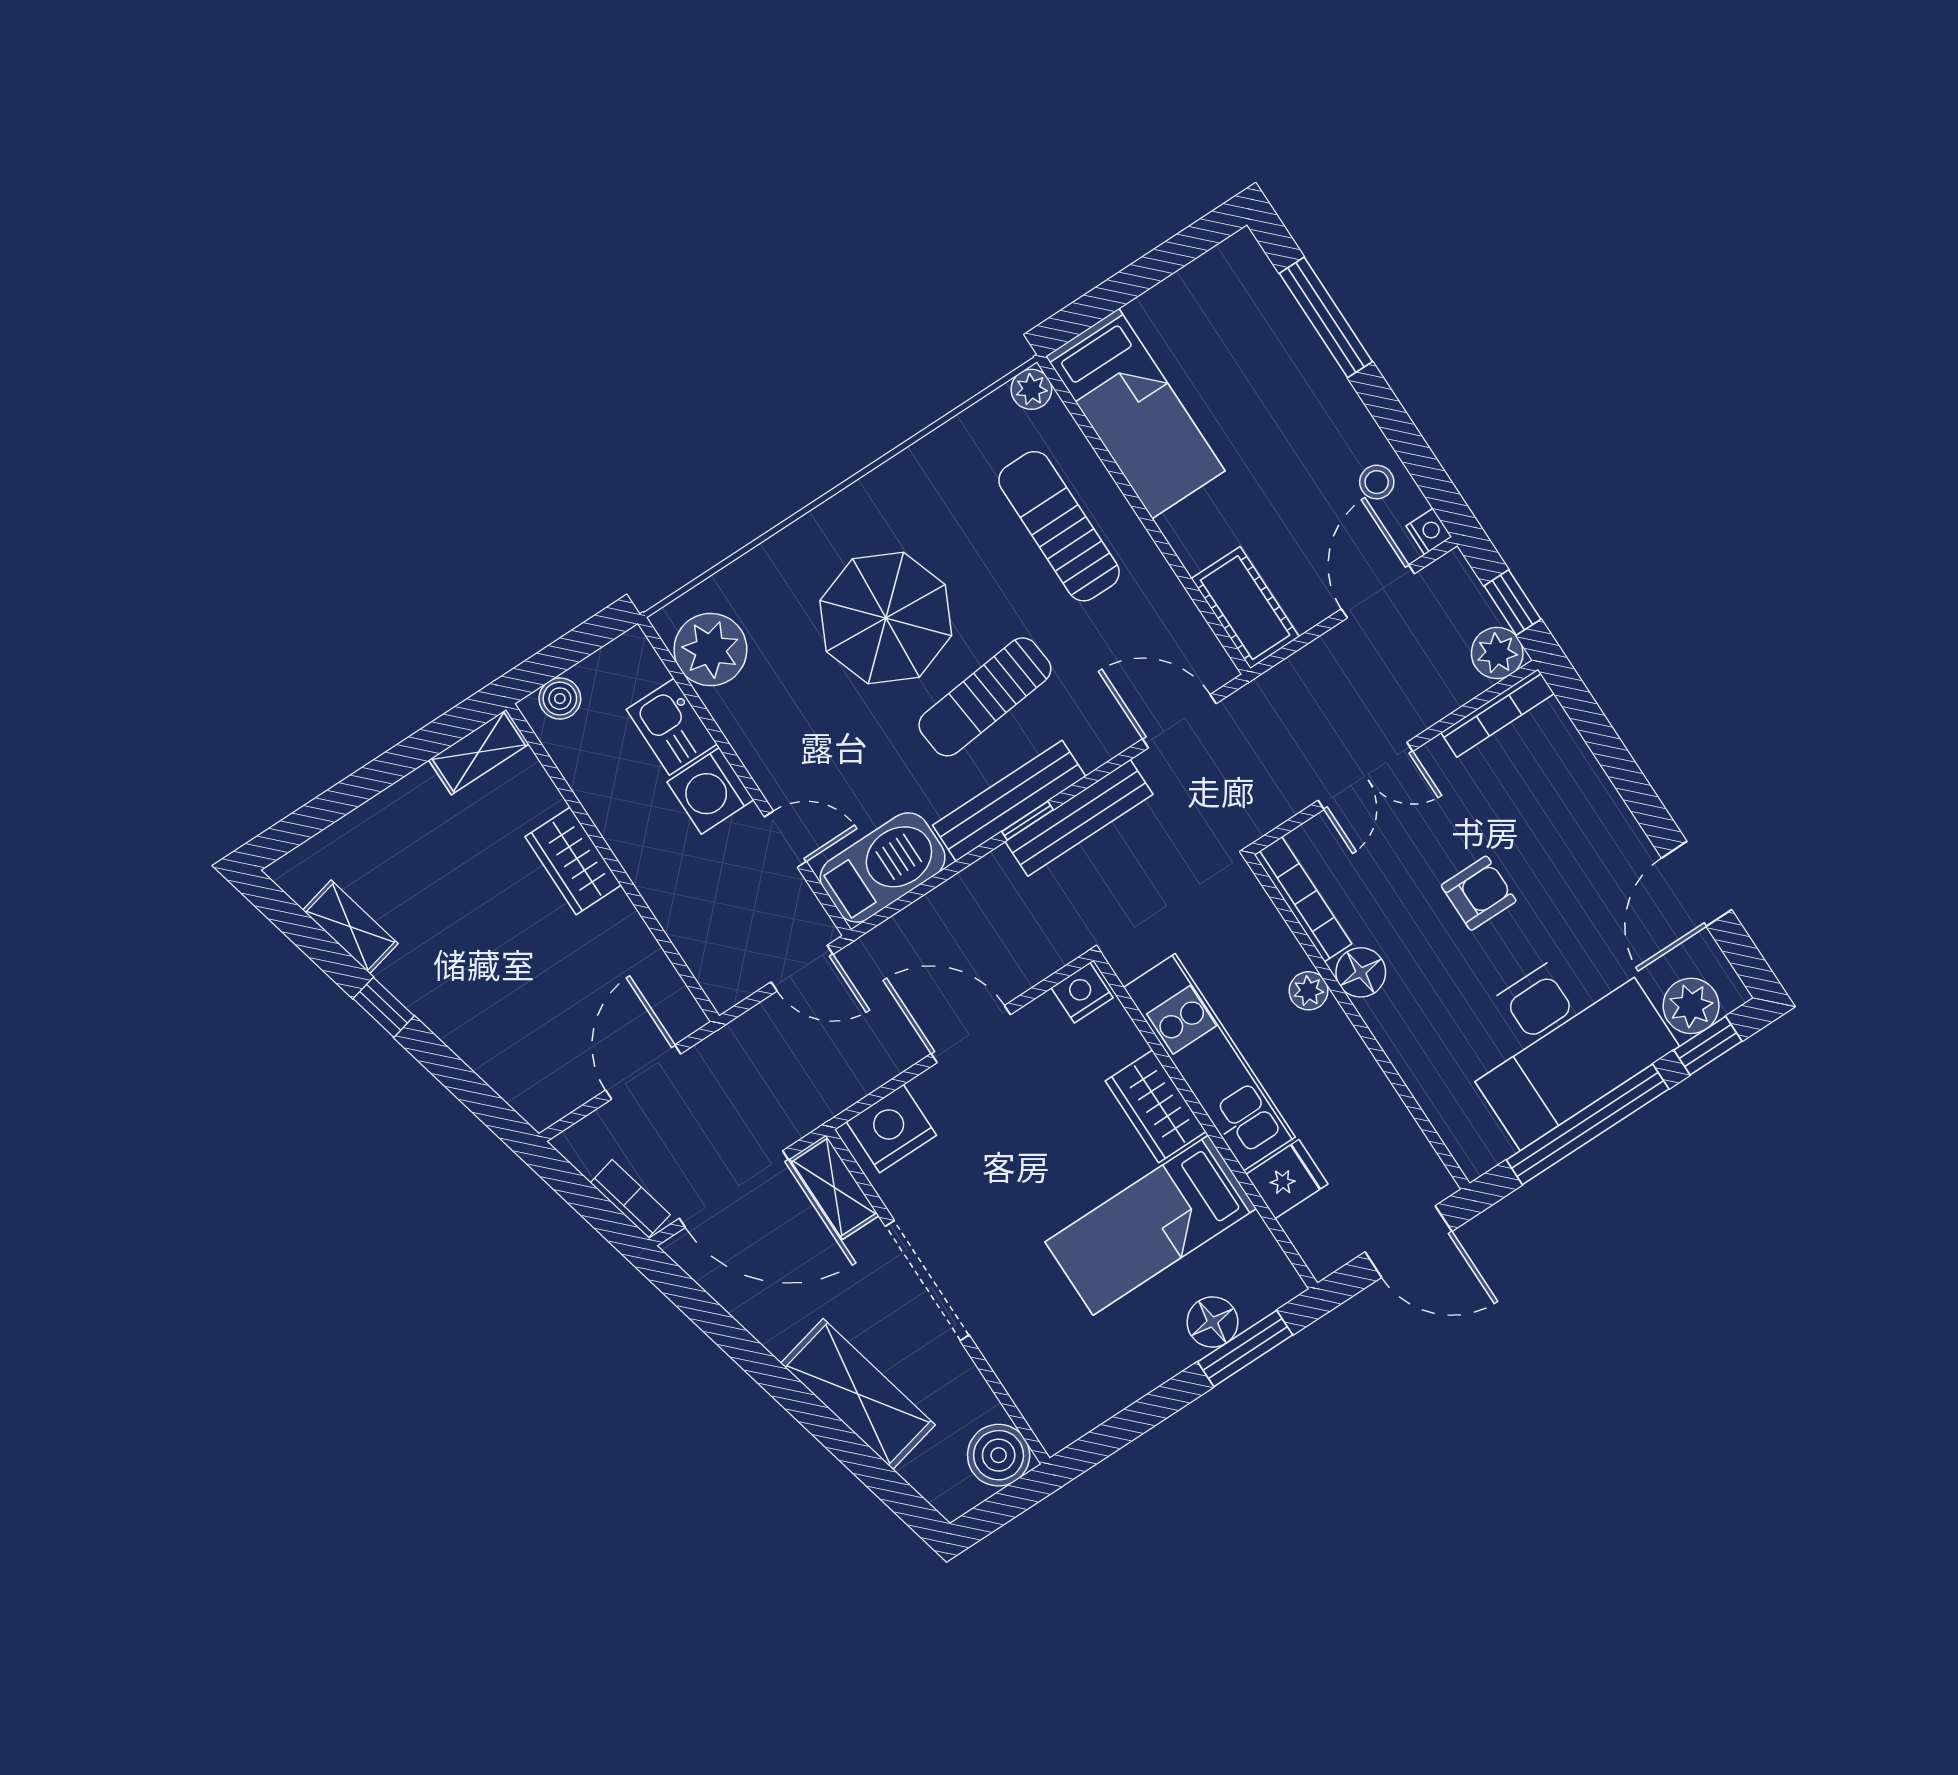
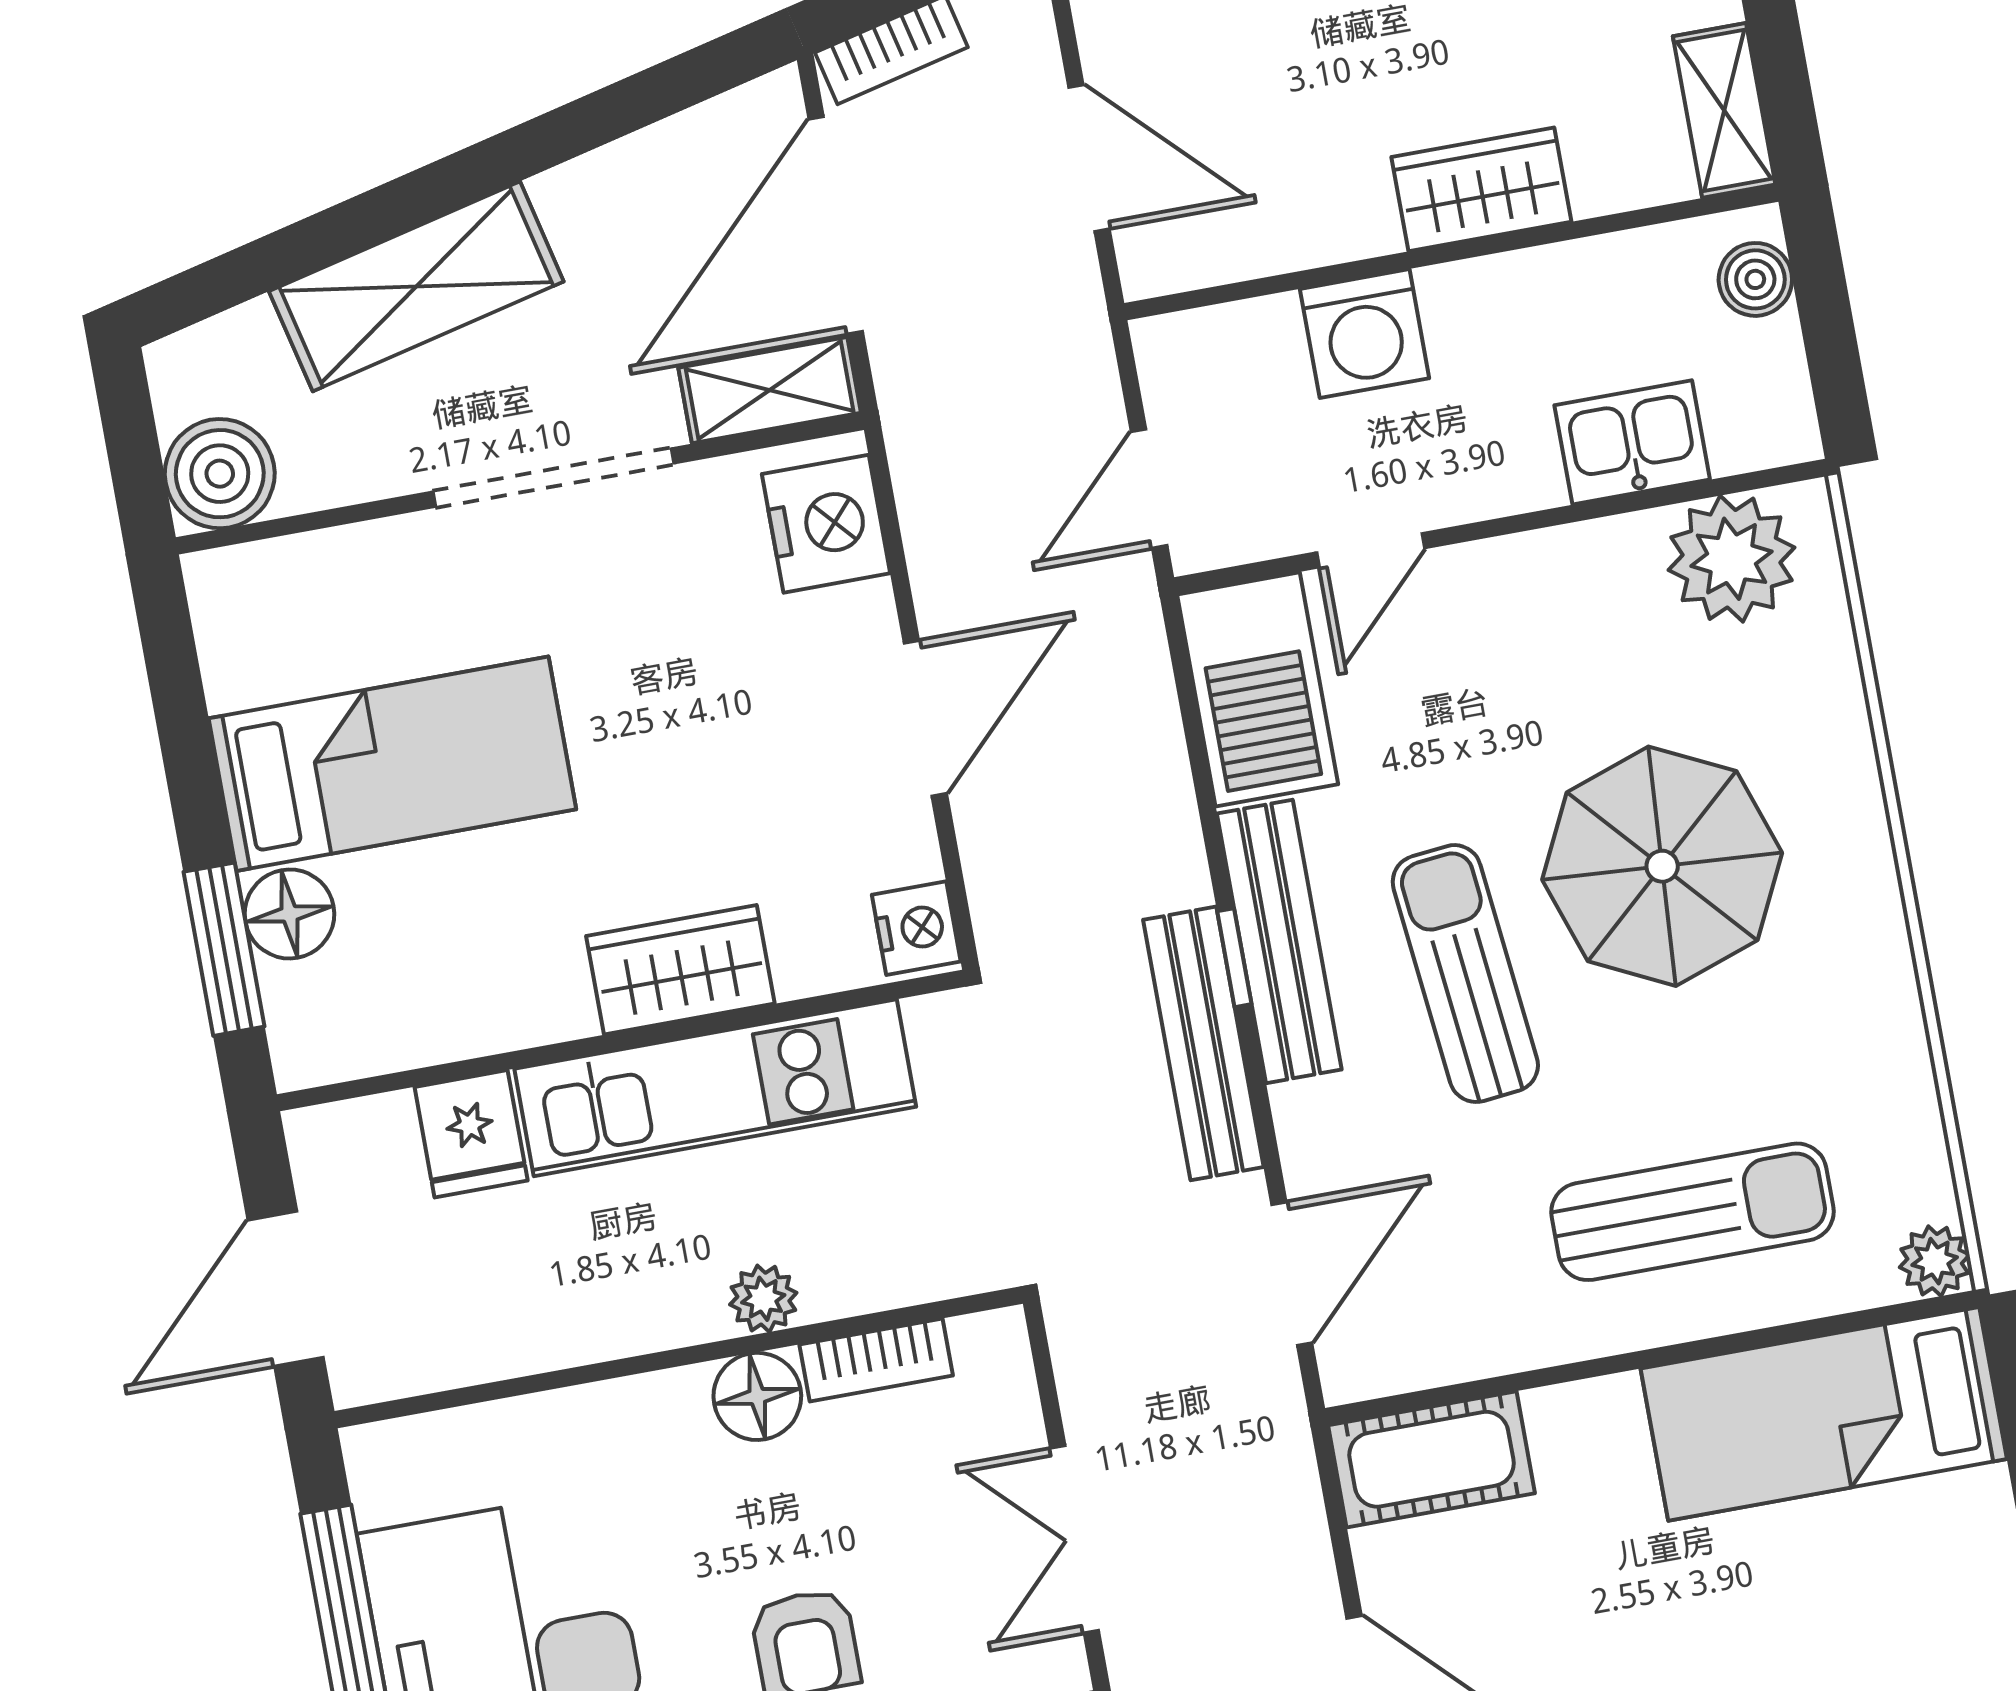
washing machine: (710, 791) -> (1365, 334), moved, turned 180
bookcase: (1303, 899) -> (876, 1360), width x0.64
bed: (1151, 1225) -> (392, 764), moved, turned 90

